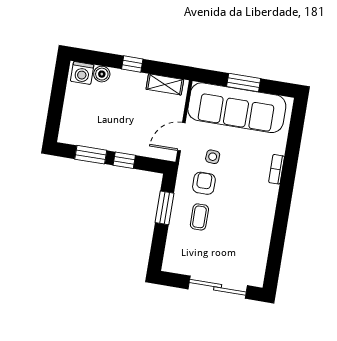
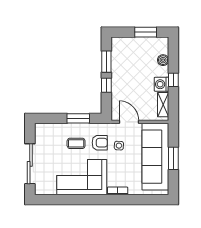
washing machine: (82, 73) -> (162, 84), moved
window: (58, 92) -> (146, 32), added
corner sofa: (249, 217) -> (82, 177), added

